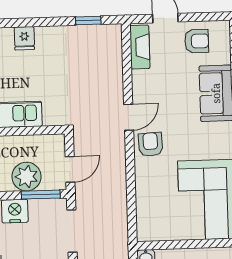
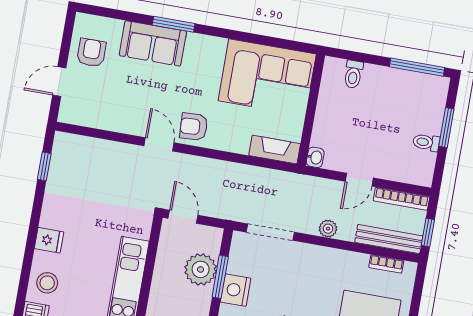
fireplace: (140, 47) -> (275, 150), moved
door: (70, 169) -> (183, 217), moved
window: (41, 195) -> (220, 277), moved

